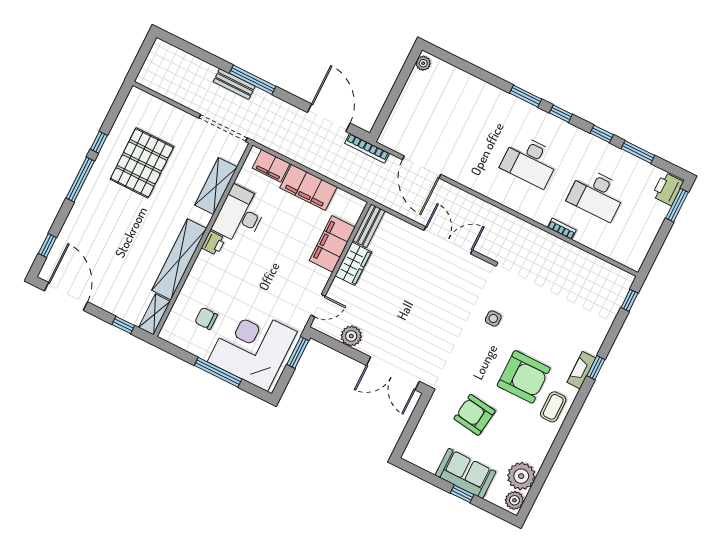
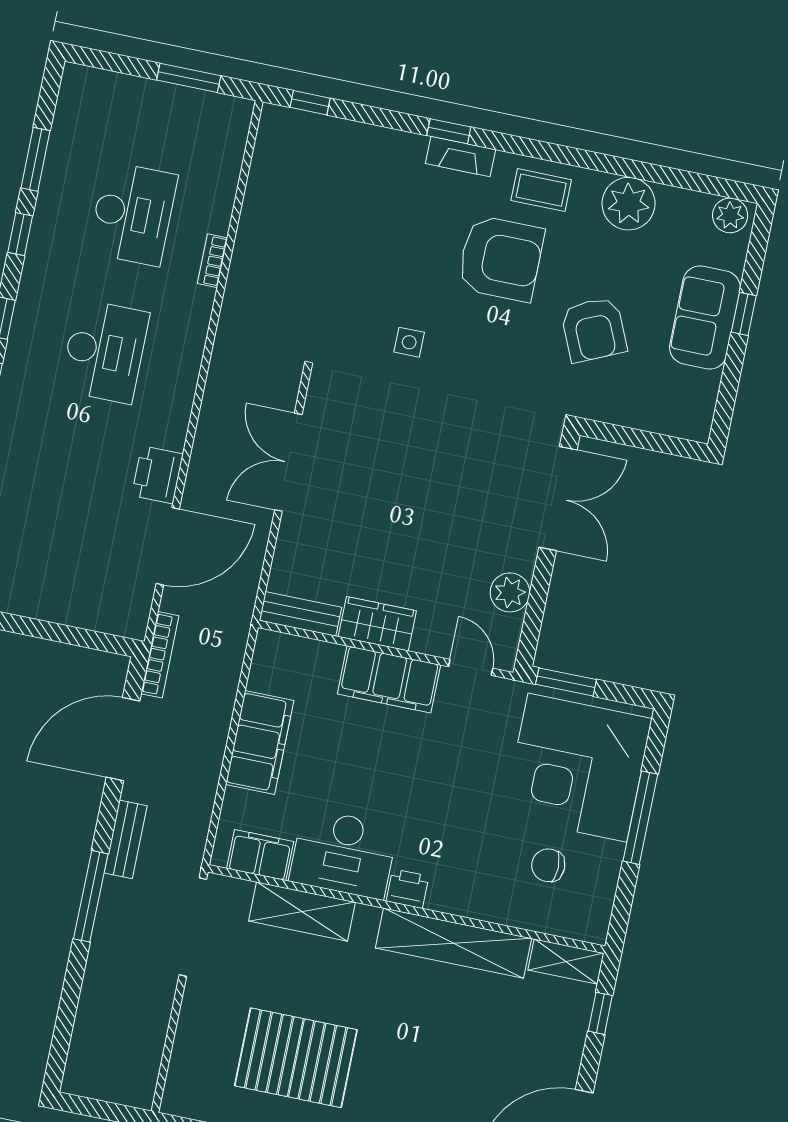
bench: (234, 84) -> (126, 839), moved
filing cabinet: (271, 166) -> (260, 855), moved, turned -90
printer: (668, 189) -> (157, 475), moved, turned 90
window: (677, 205) -> (189, 78), moved
filing cabinet: (332, 244) -> (389, 679), moved
chair: (206, 318) -> (548, 865), turned 90
armchair: (524, 377) -> (501, 258), turned 90
armchair: (475, 415) -> (594, 330), turned -32
plant: (521, 476) -> (629, 204), moved

